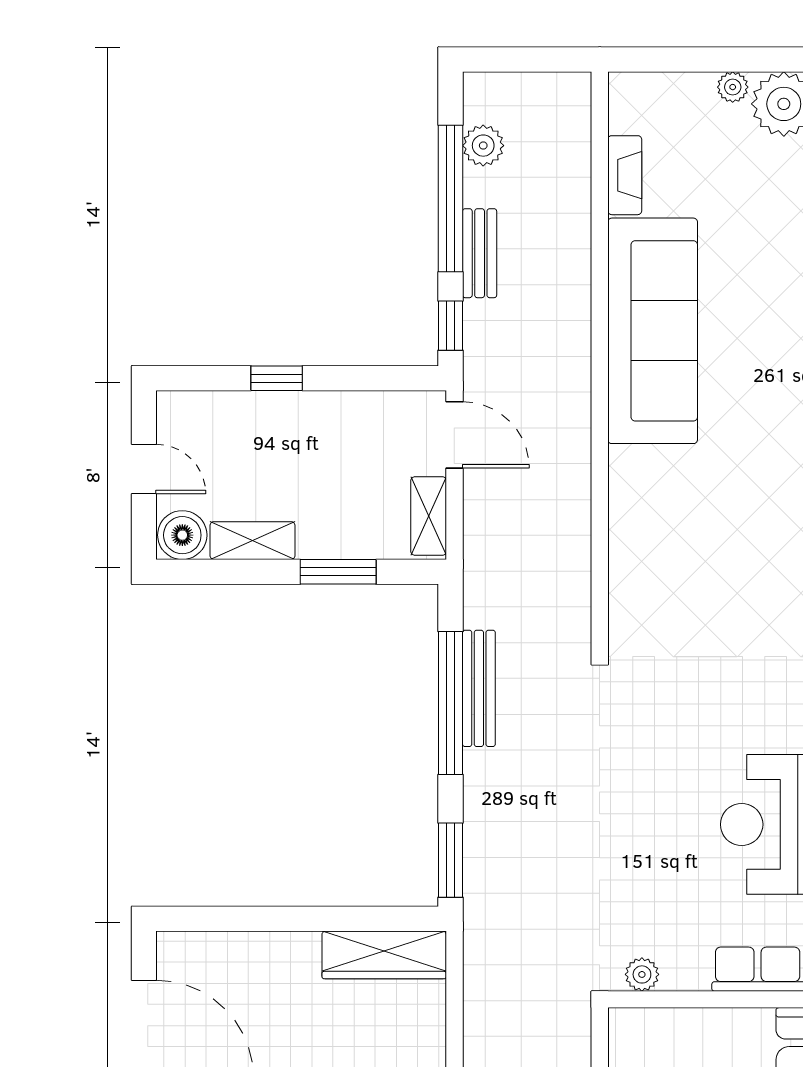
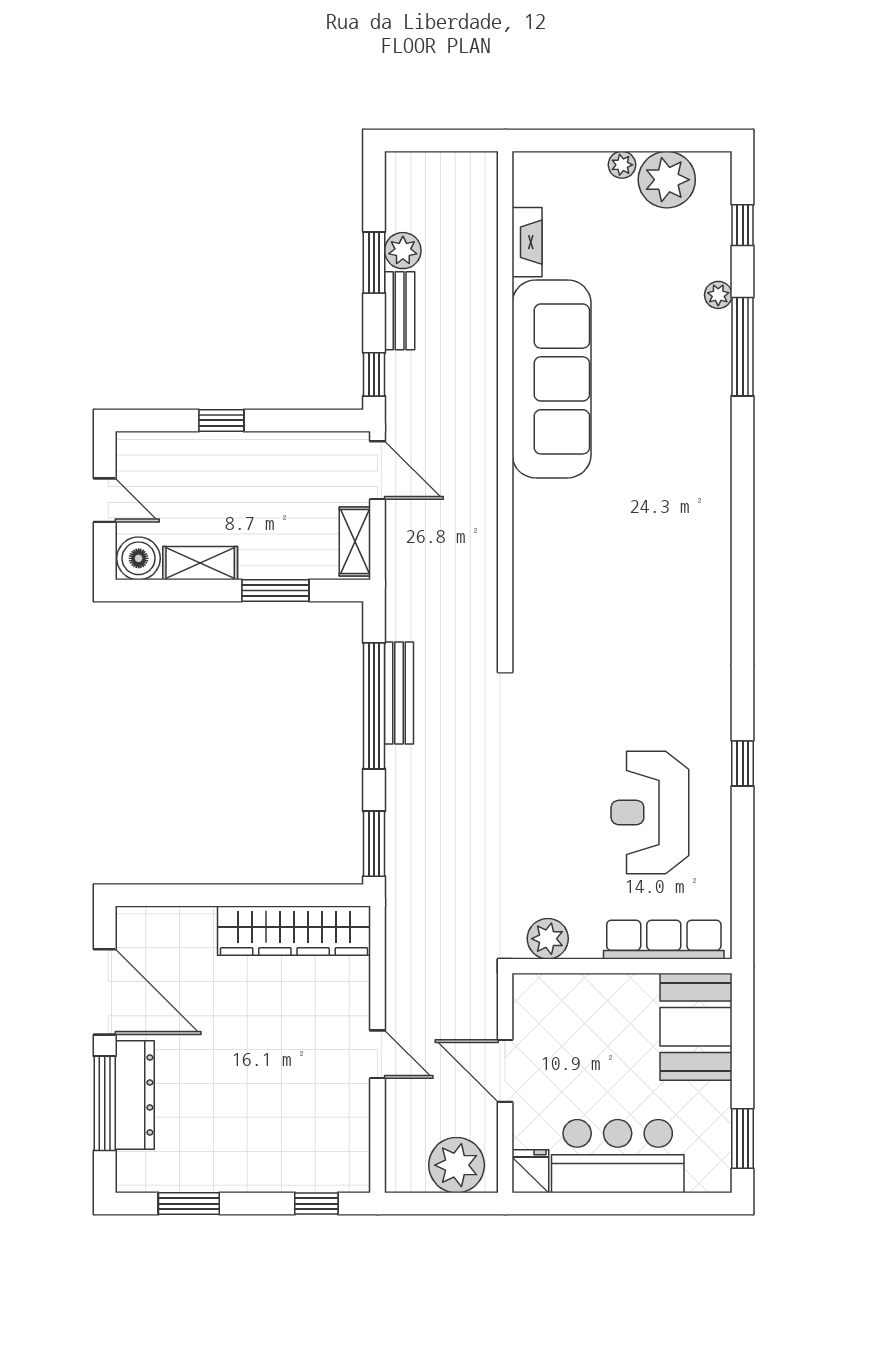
plant: (483, 146) -> (403, 251), moved
window: (450, 198) -> (374, 263), width x0.47
wardrobe: (384, 955) -> (294, 931), width x1.40, depth x1.17
plant: (642, 974) -> (548, 939), width x1.38, depth x1.38

